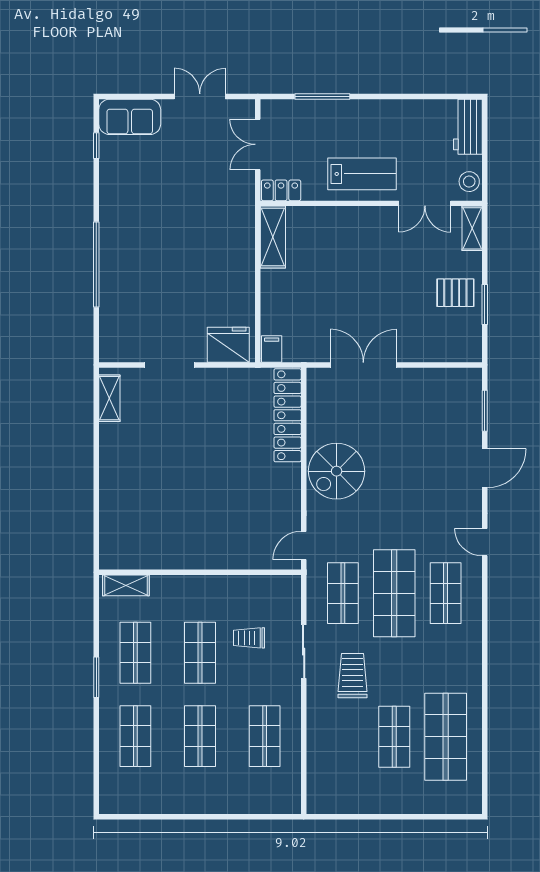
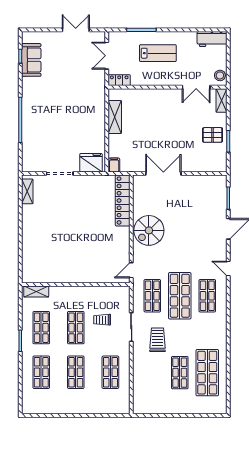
sofa: (130, 117) -> (31, 60), moved, turned -90
workbench: (468, 127) -> (212, 39), moved, turned -90
lab bench: (362, 174) -> (158, 53), moved
shelving: (273, 237) -> (115, 117), moved

